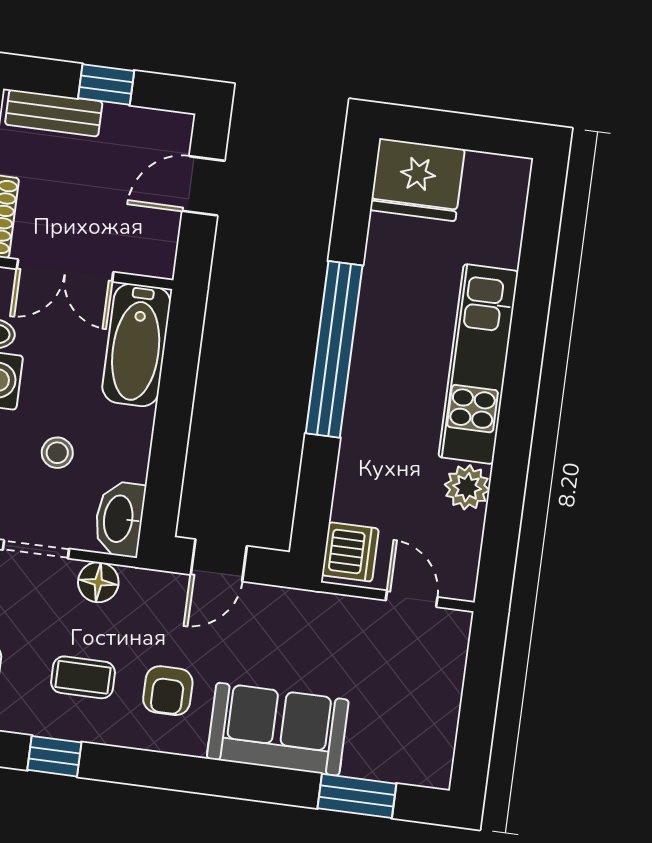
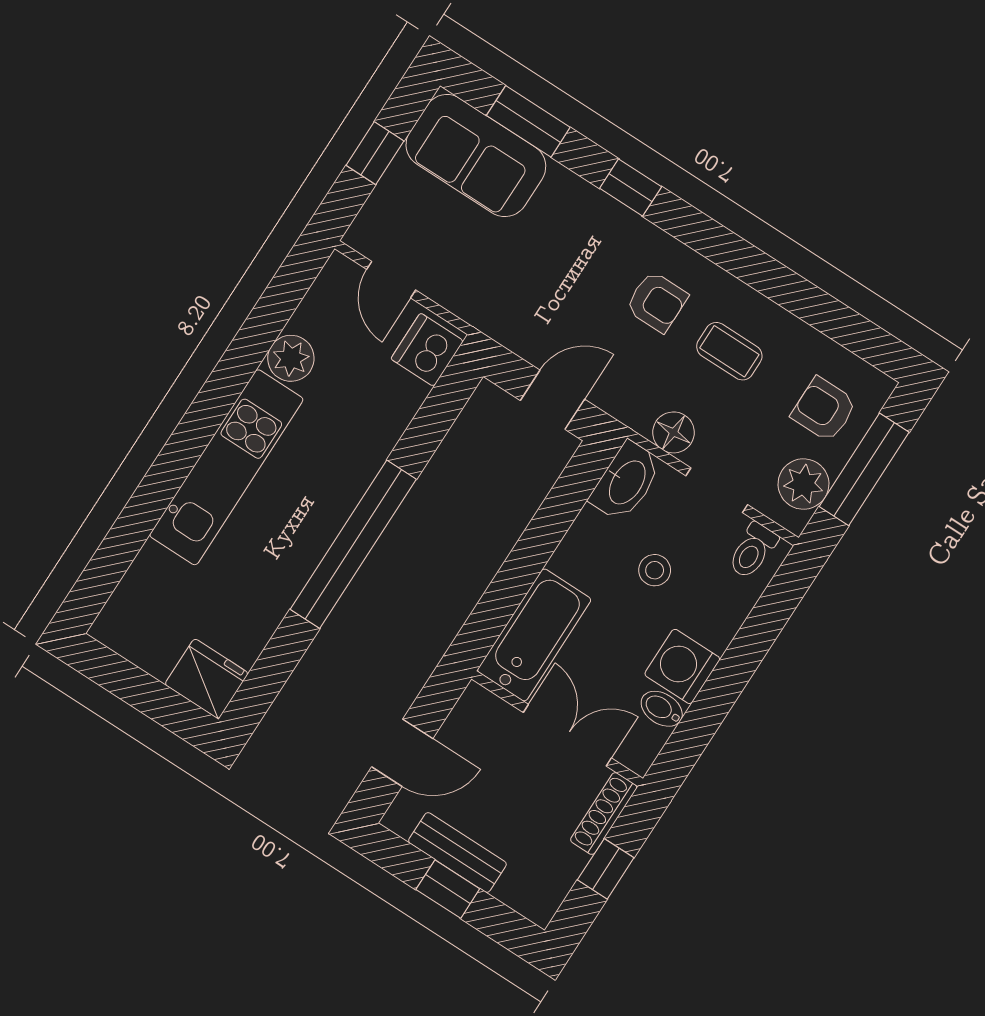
bench: (54, 113) -> (457, 853), moved
fridge: (417, 180) -> (207, 679), width x0.73, depth x0.75
armchair: (168, 691) -> (657, 302), turned 90
window: (479, 704) -> (375, 153), added
sofa: (278, 729) -> (476, 156), moved
window: (54, 756) -> (631, 187), moved

